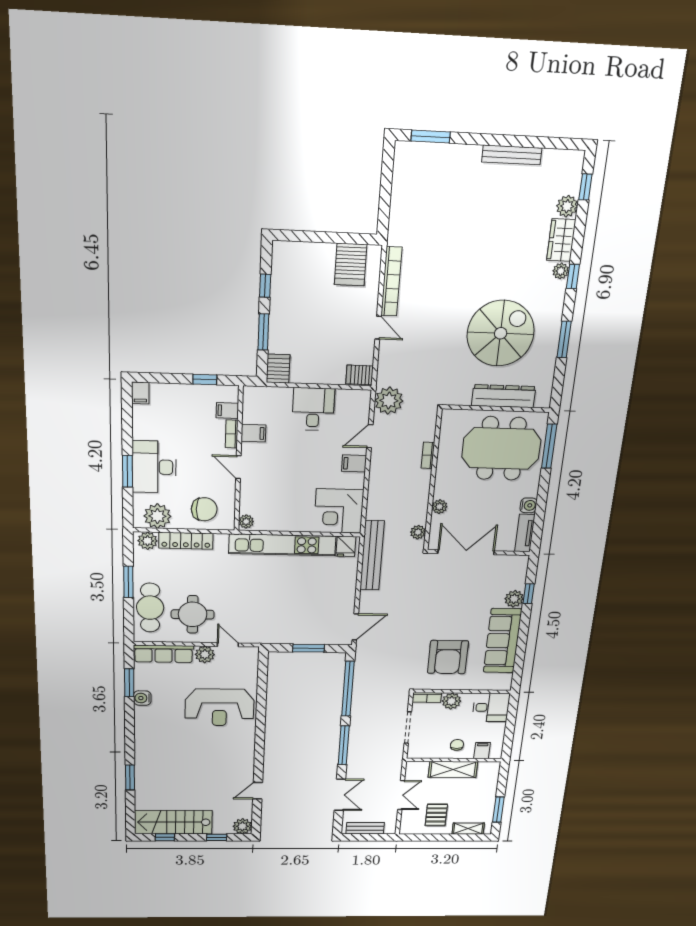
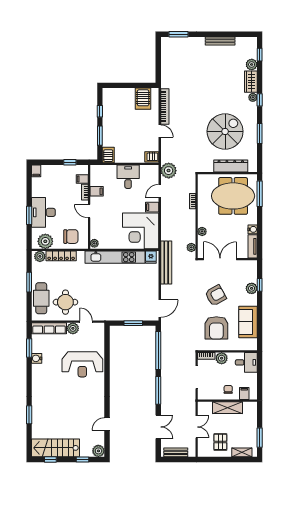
corner desk: (339, 511) -> (141, 231), width x1.36, depth x1.36
armchair: (452, 609) -> (216, 295), added
sofa: (503, 641) -> (248, 322), width x0.73

